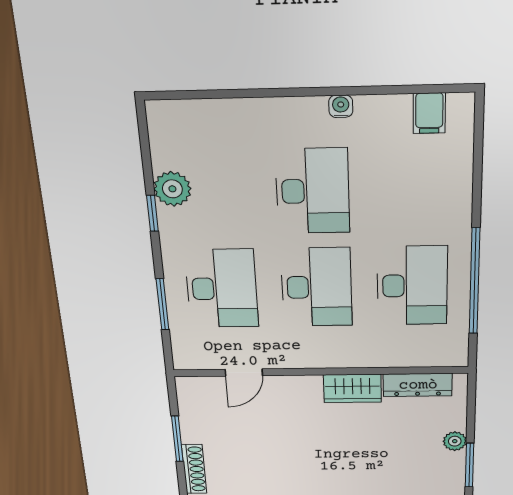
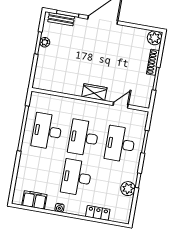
locker: (234, 113) -> (98, 213), added
filing cabinet: (429, 113) -> (34, 200), width x2.00
dresser: (418, 385) -> (53, 86), removed
wardrobe: (352, 388) -> (94, 92), moved
plant: (455, 441) -> (45, 42), moved

